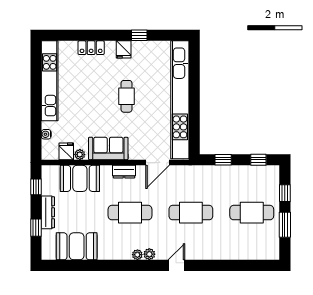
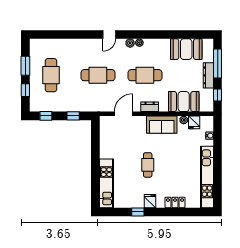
kitchen unit: (180, 100) -> (106, 183), width x0.54
cafe table: (252, 213) -> (51, 75), turned 90
window: (36, 228) -> (218, 64), width x2.17

